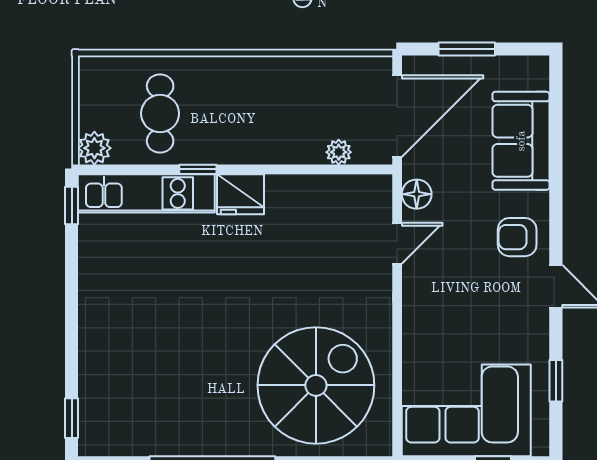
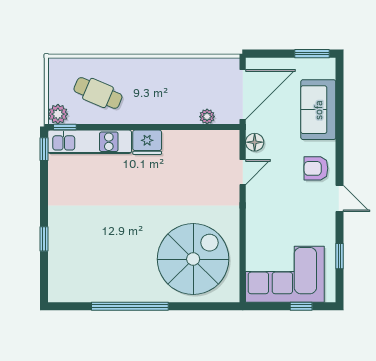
window: (467, 49) -> (312, 54), moved
cafe table: (160, 113) -> (98, 93), turned -67
window: (198, 169) -> (65, 127), moved
window: (72, 418) -> (44, 239), moved

